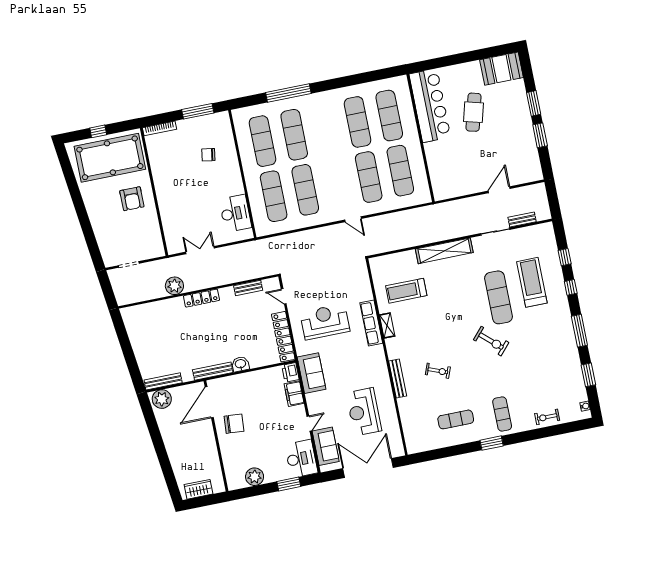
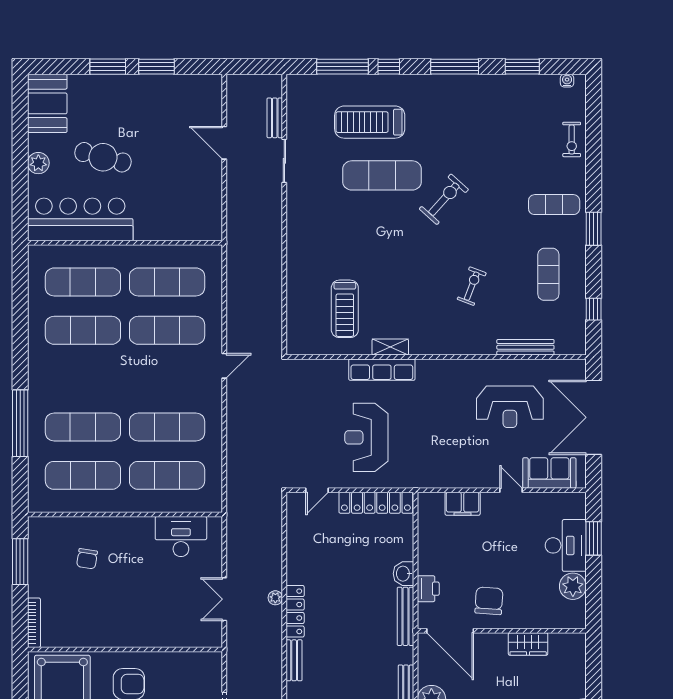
plant: (461, 71) -> (38, 163), added
shelving: (444, 251) -> (298, 241), removed
window: (565, 257) -> (343, 67), width x2.17
plant: (174, 286) -> (275, 598), moved, width x0.53, depth x0.53
bench: (248, 288) -> (294, 660), moved
printer: (290, 372) -> (428, 589), moved, turned -90
sofa: (311, 373) -> (438, 472), removed
bench: (398, 378) -> (525, 347), moved
window: (439, 454) -> (594, 309), added
desk: (301, 459) -> (566, 545), moved, turned 90
wardrobe: (199, 489) -> (528, 644), moved, turned -90

